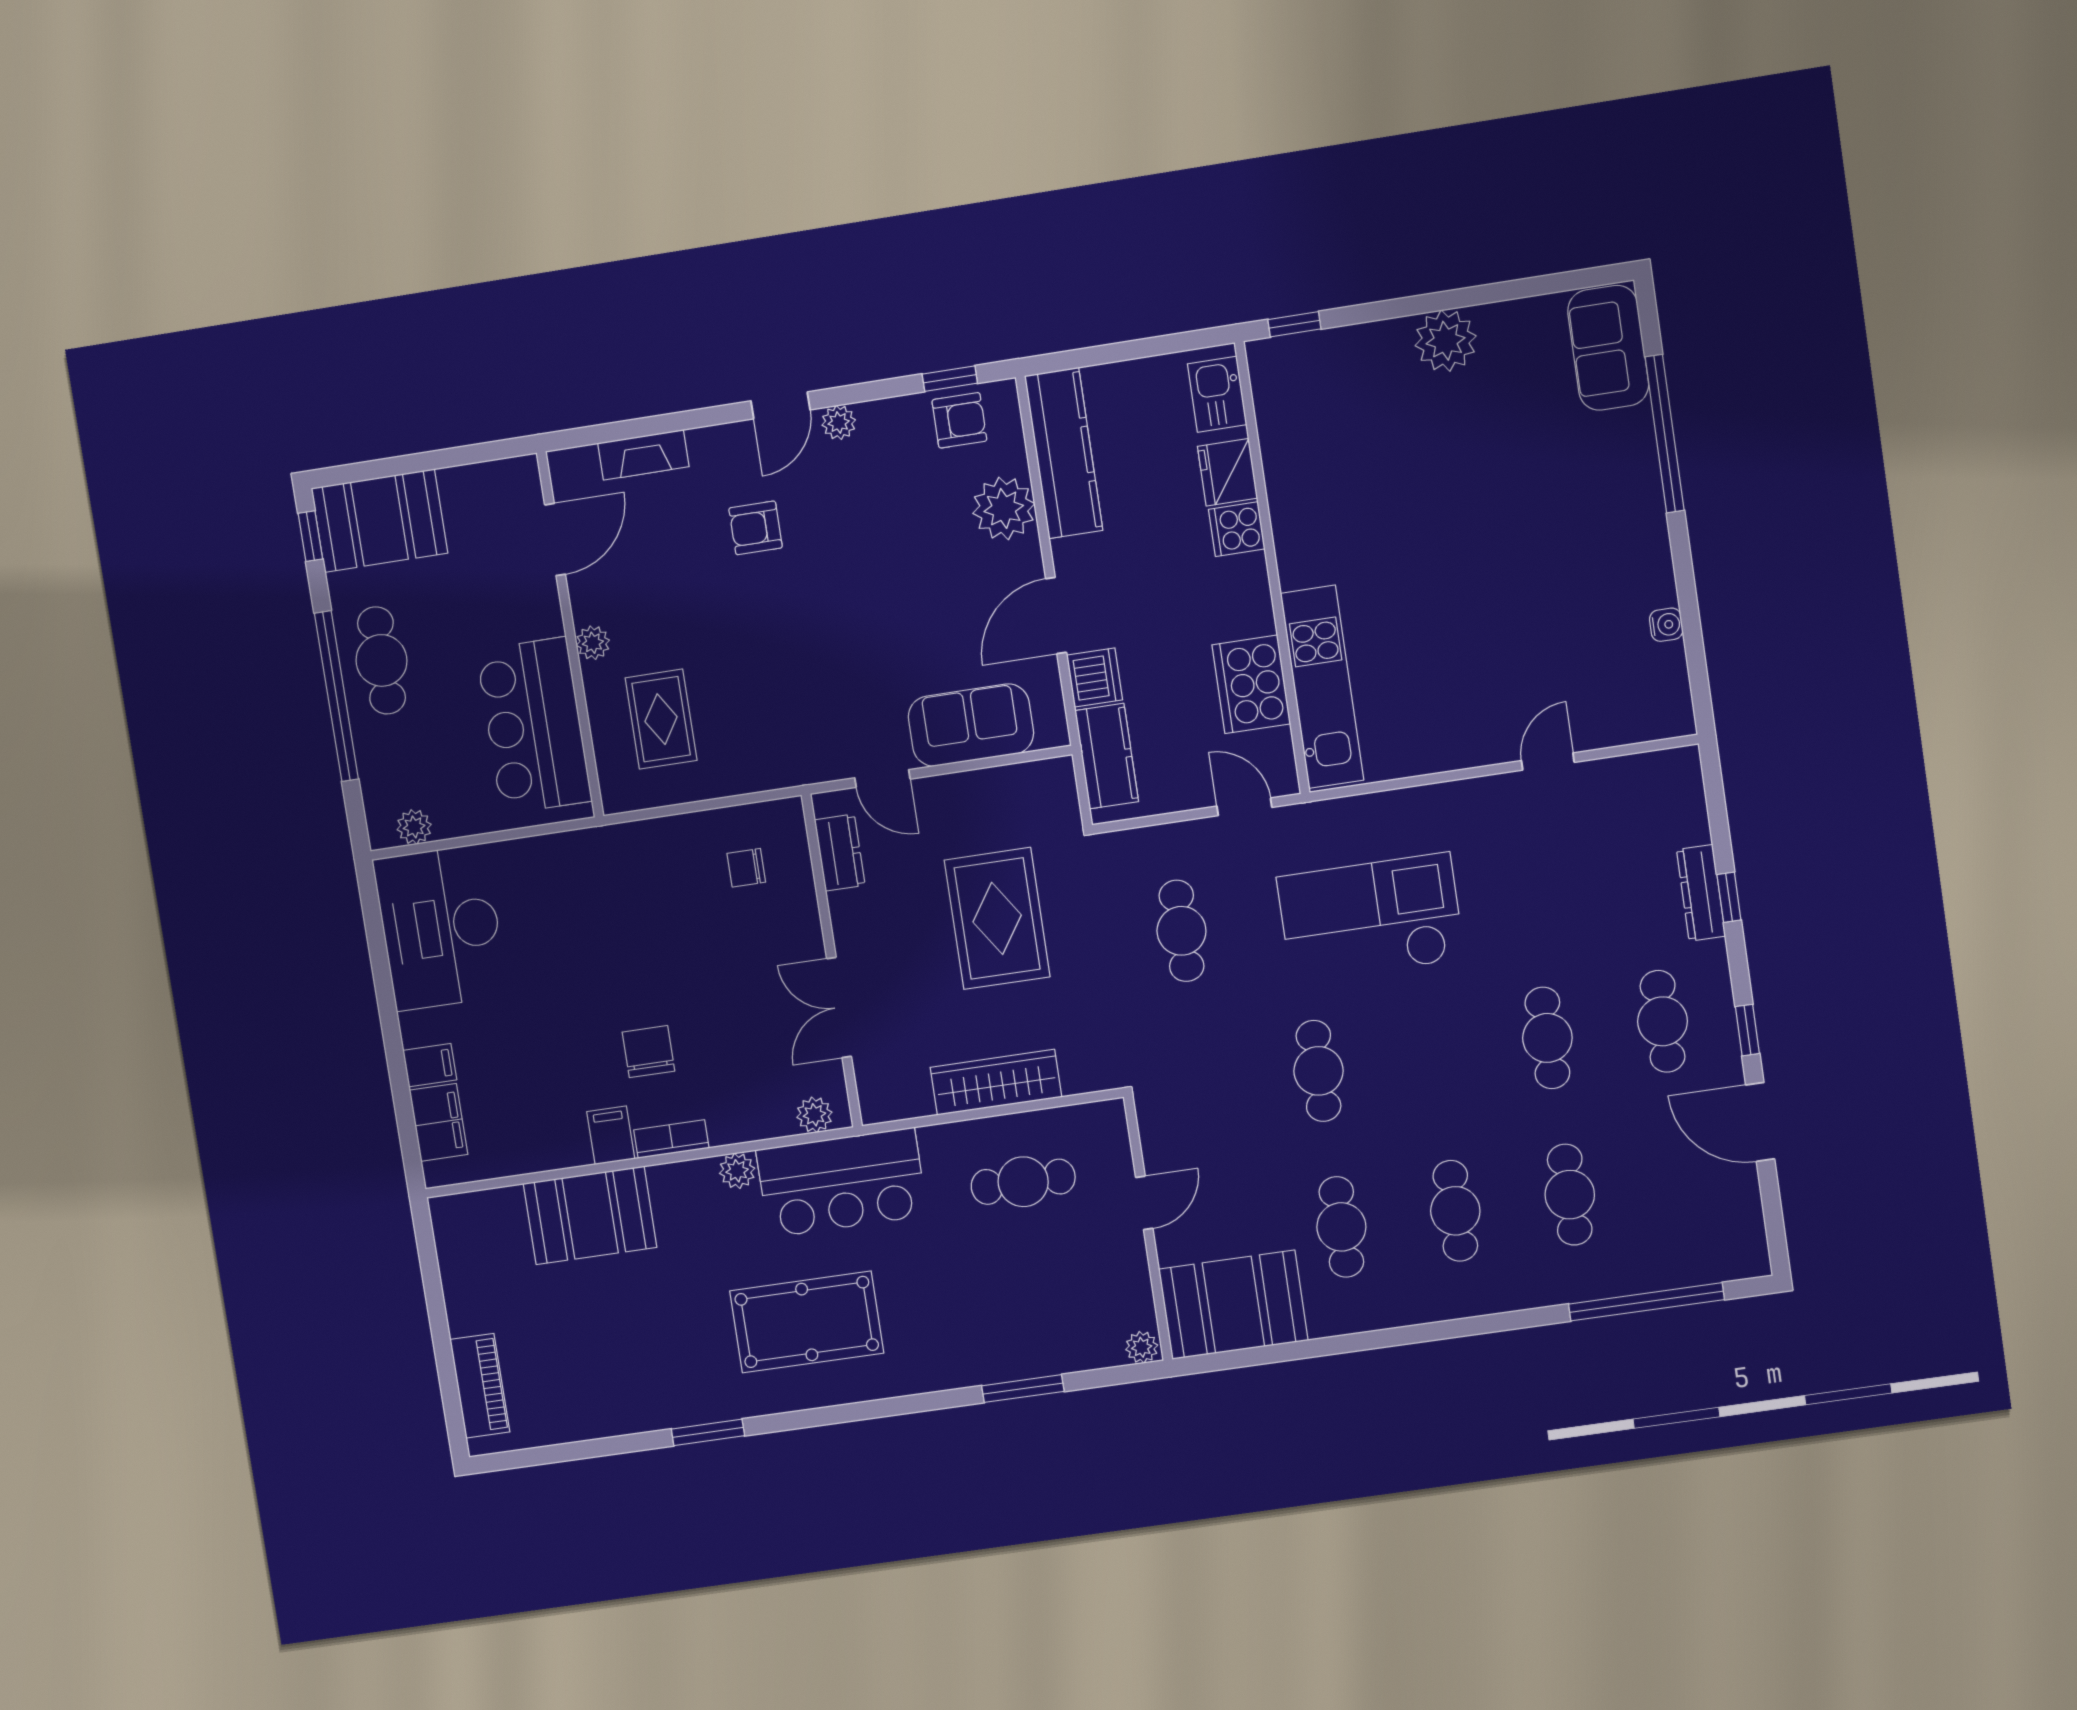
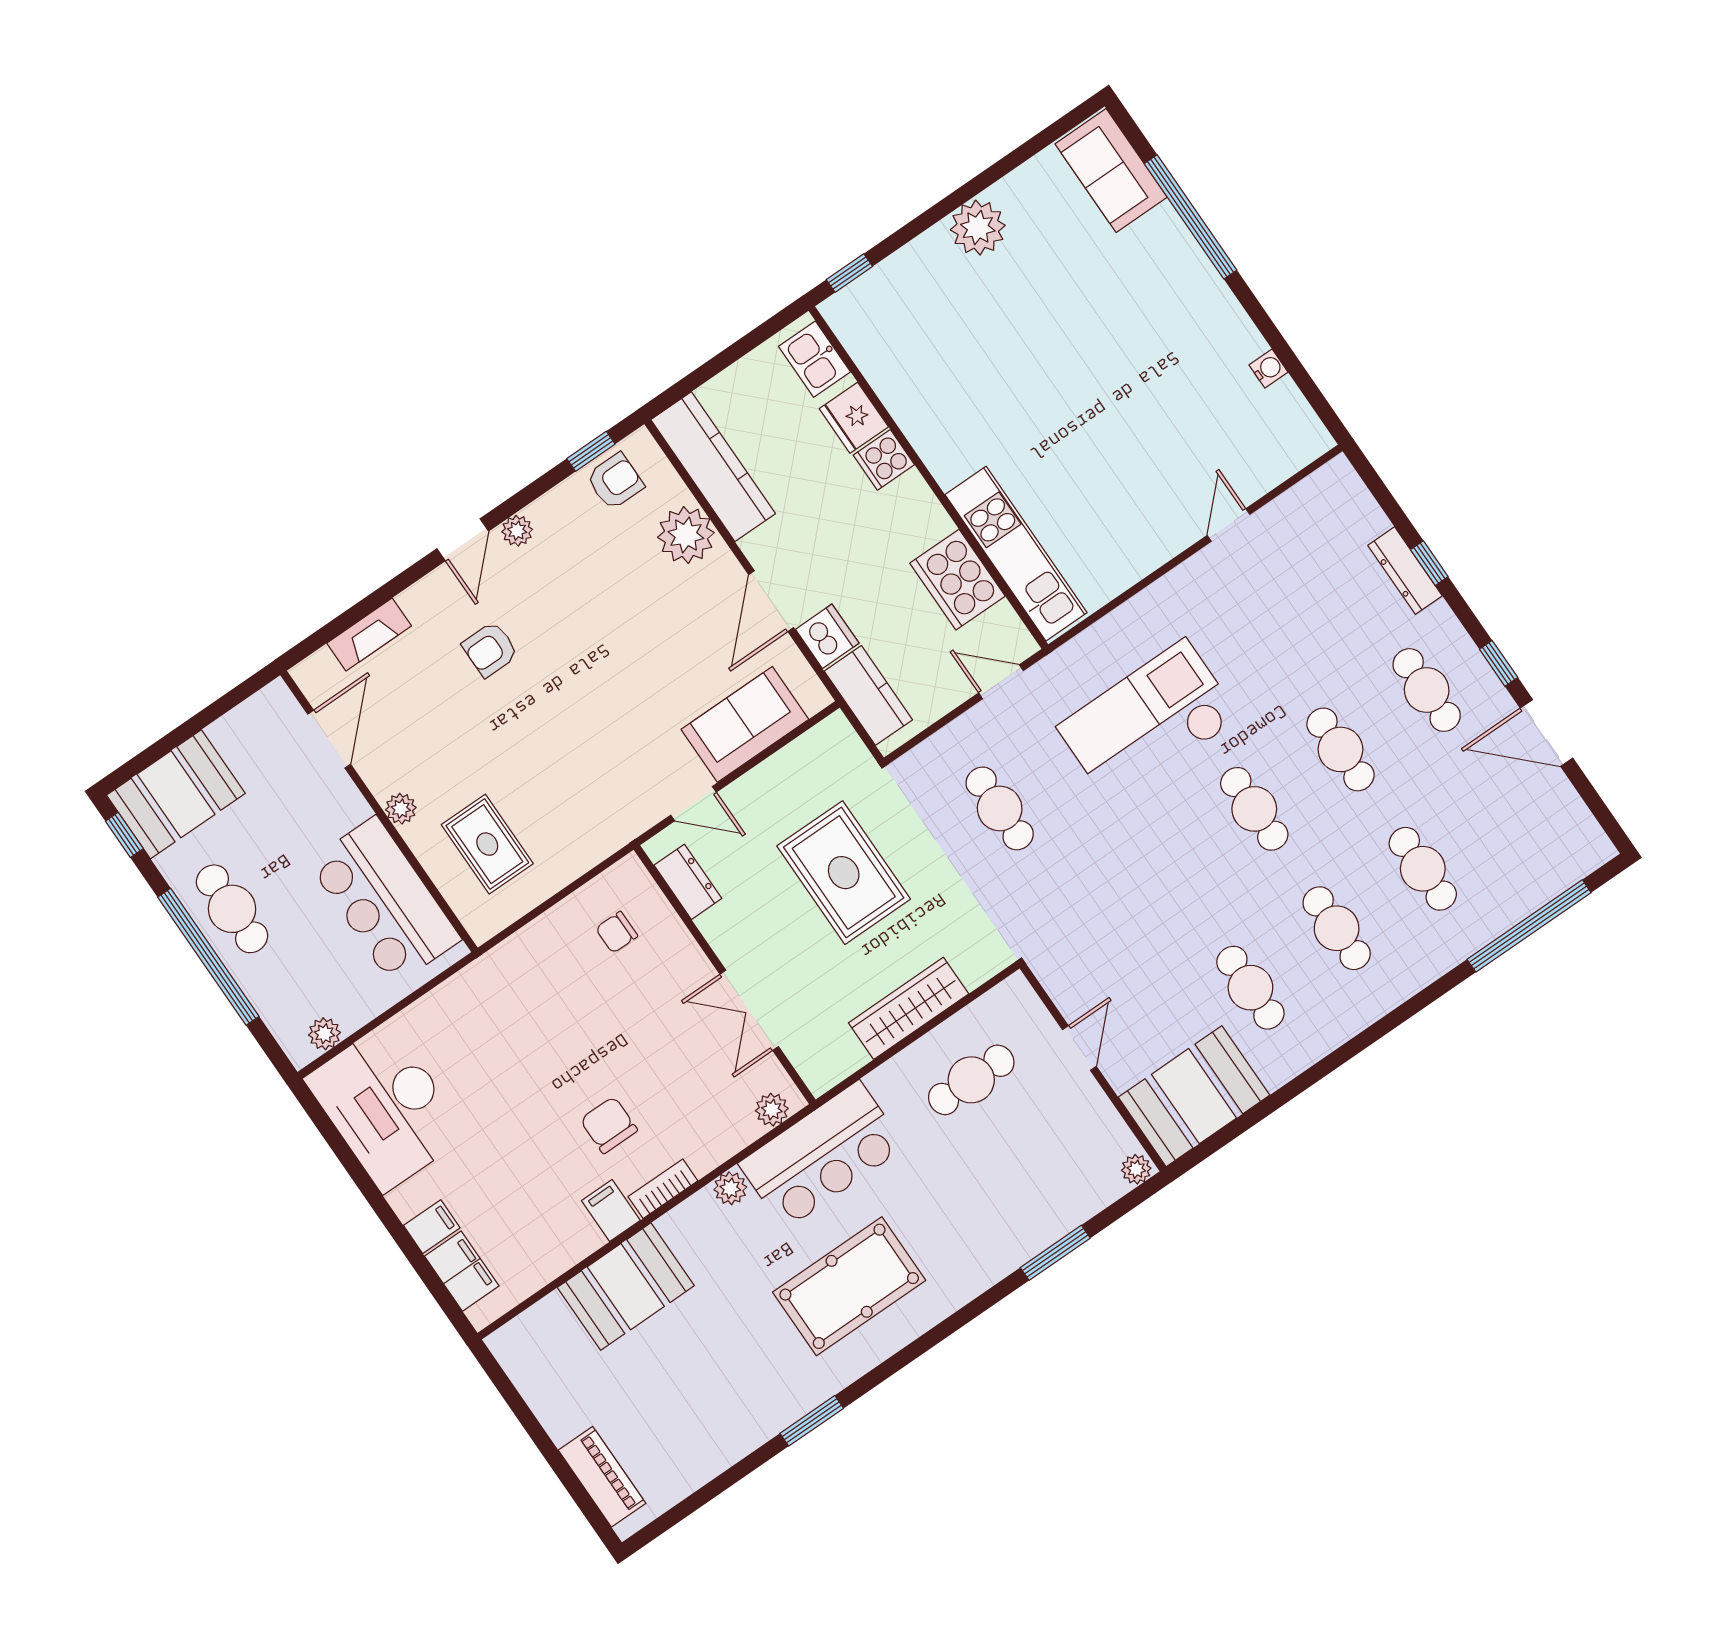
cafe table: (1318, 1071) -> (1254, 809), moved

